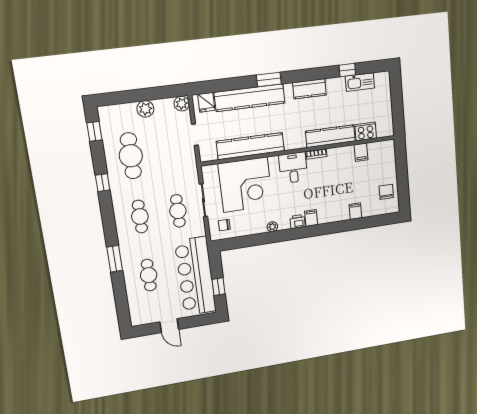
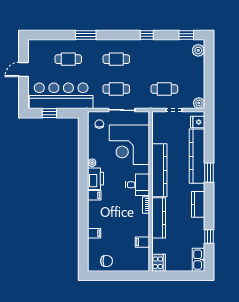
kitchen sink: (360, 82) -> (198, 260), moved
plant: (145, 109) -> (198, 50), moved
cooker: (366, 131) -> (159, 263), moved
kitchen counter: (250, 146) -> (159, 170), moved
cafe table: (131, 156) -> (164, 89), moved, width x0.73, depth x0.74
printer: (297, 222) -> (96, 179), width x1.87, depth x1.48

